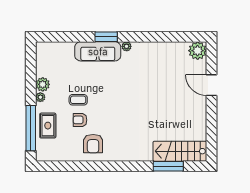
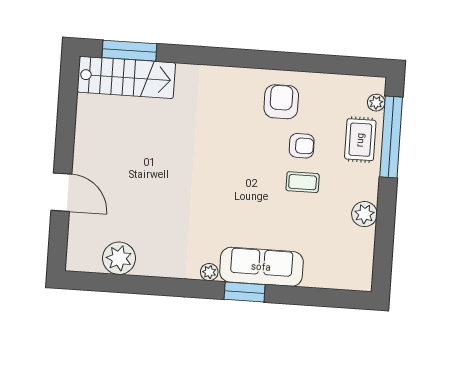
plant: (198, 51) -> (119, 258), moved
plant: (40, 97) -> (376, 103), moved
window: (168, 166) -> (129, 51), moved

